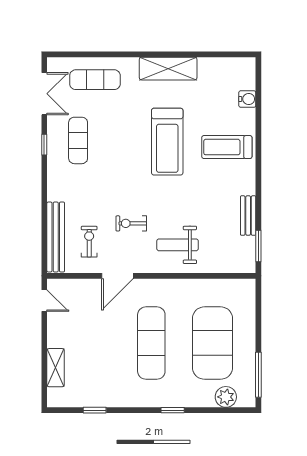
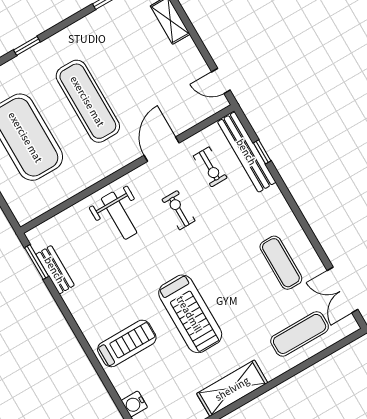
treadmill: (167, 142) -> (190, 314), turned 180
window: (44, 145) -> (262, 152), moved
bench: (248, 216) -> (55, 270), moved
exercise bike: (131, 223) -> (178, 210), turned -90
weight bench: (178, 245) -> (119, 216), turned 90

